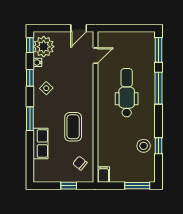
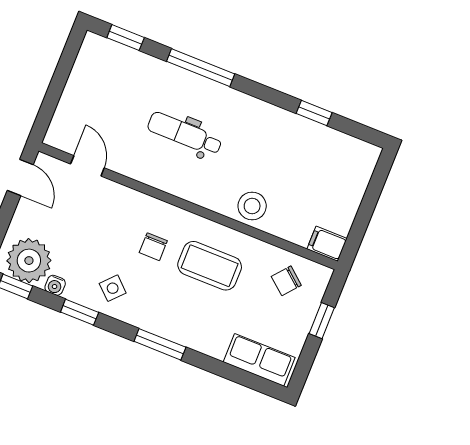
window: (158, 50) -> (126, 38), width x0.67
dental chair: (127, 93) -> (185, 134), width x0.73, depth x0.72
chair: (72, 99) -> (153, 247), added
row of seats: (41, 143) -> (259, 360), moved
stool: (144, 146) -> (252, 206), moved
window: (137, 186) -> (376, 186), removed

